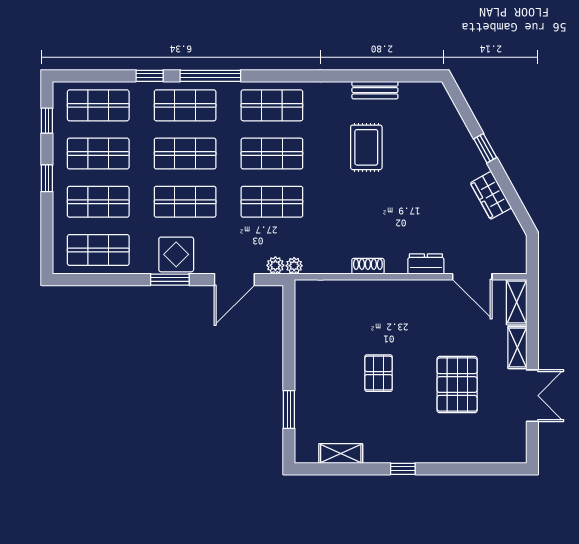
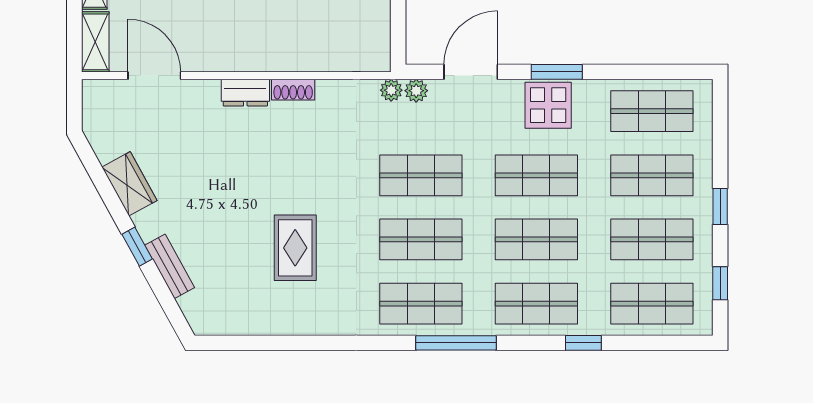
window: (210, 76) -> (456, 343), moved
bench: (375, 90) -> (170, 266), moved, turned 61
dresser: (426, 264) -> (245, 93), moved

